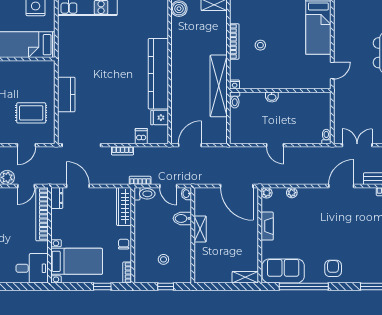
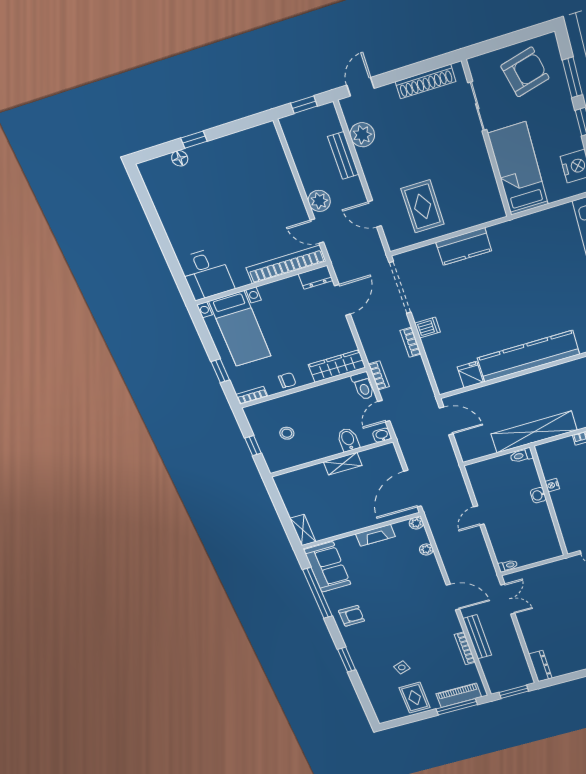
nightstand: (235, 85) -> (552, 485), moved
dishwasher: (141, 136) -> (428, 328), moved

